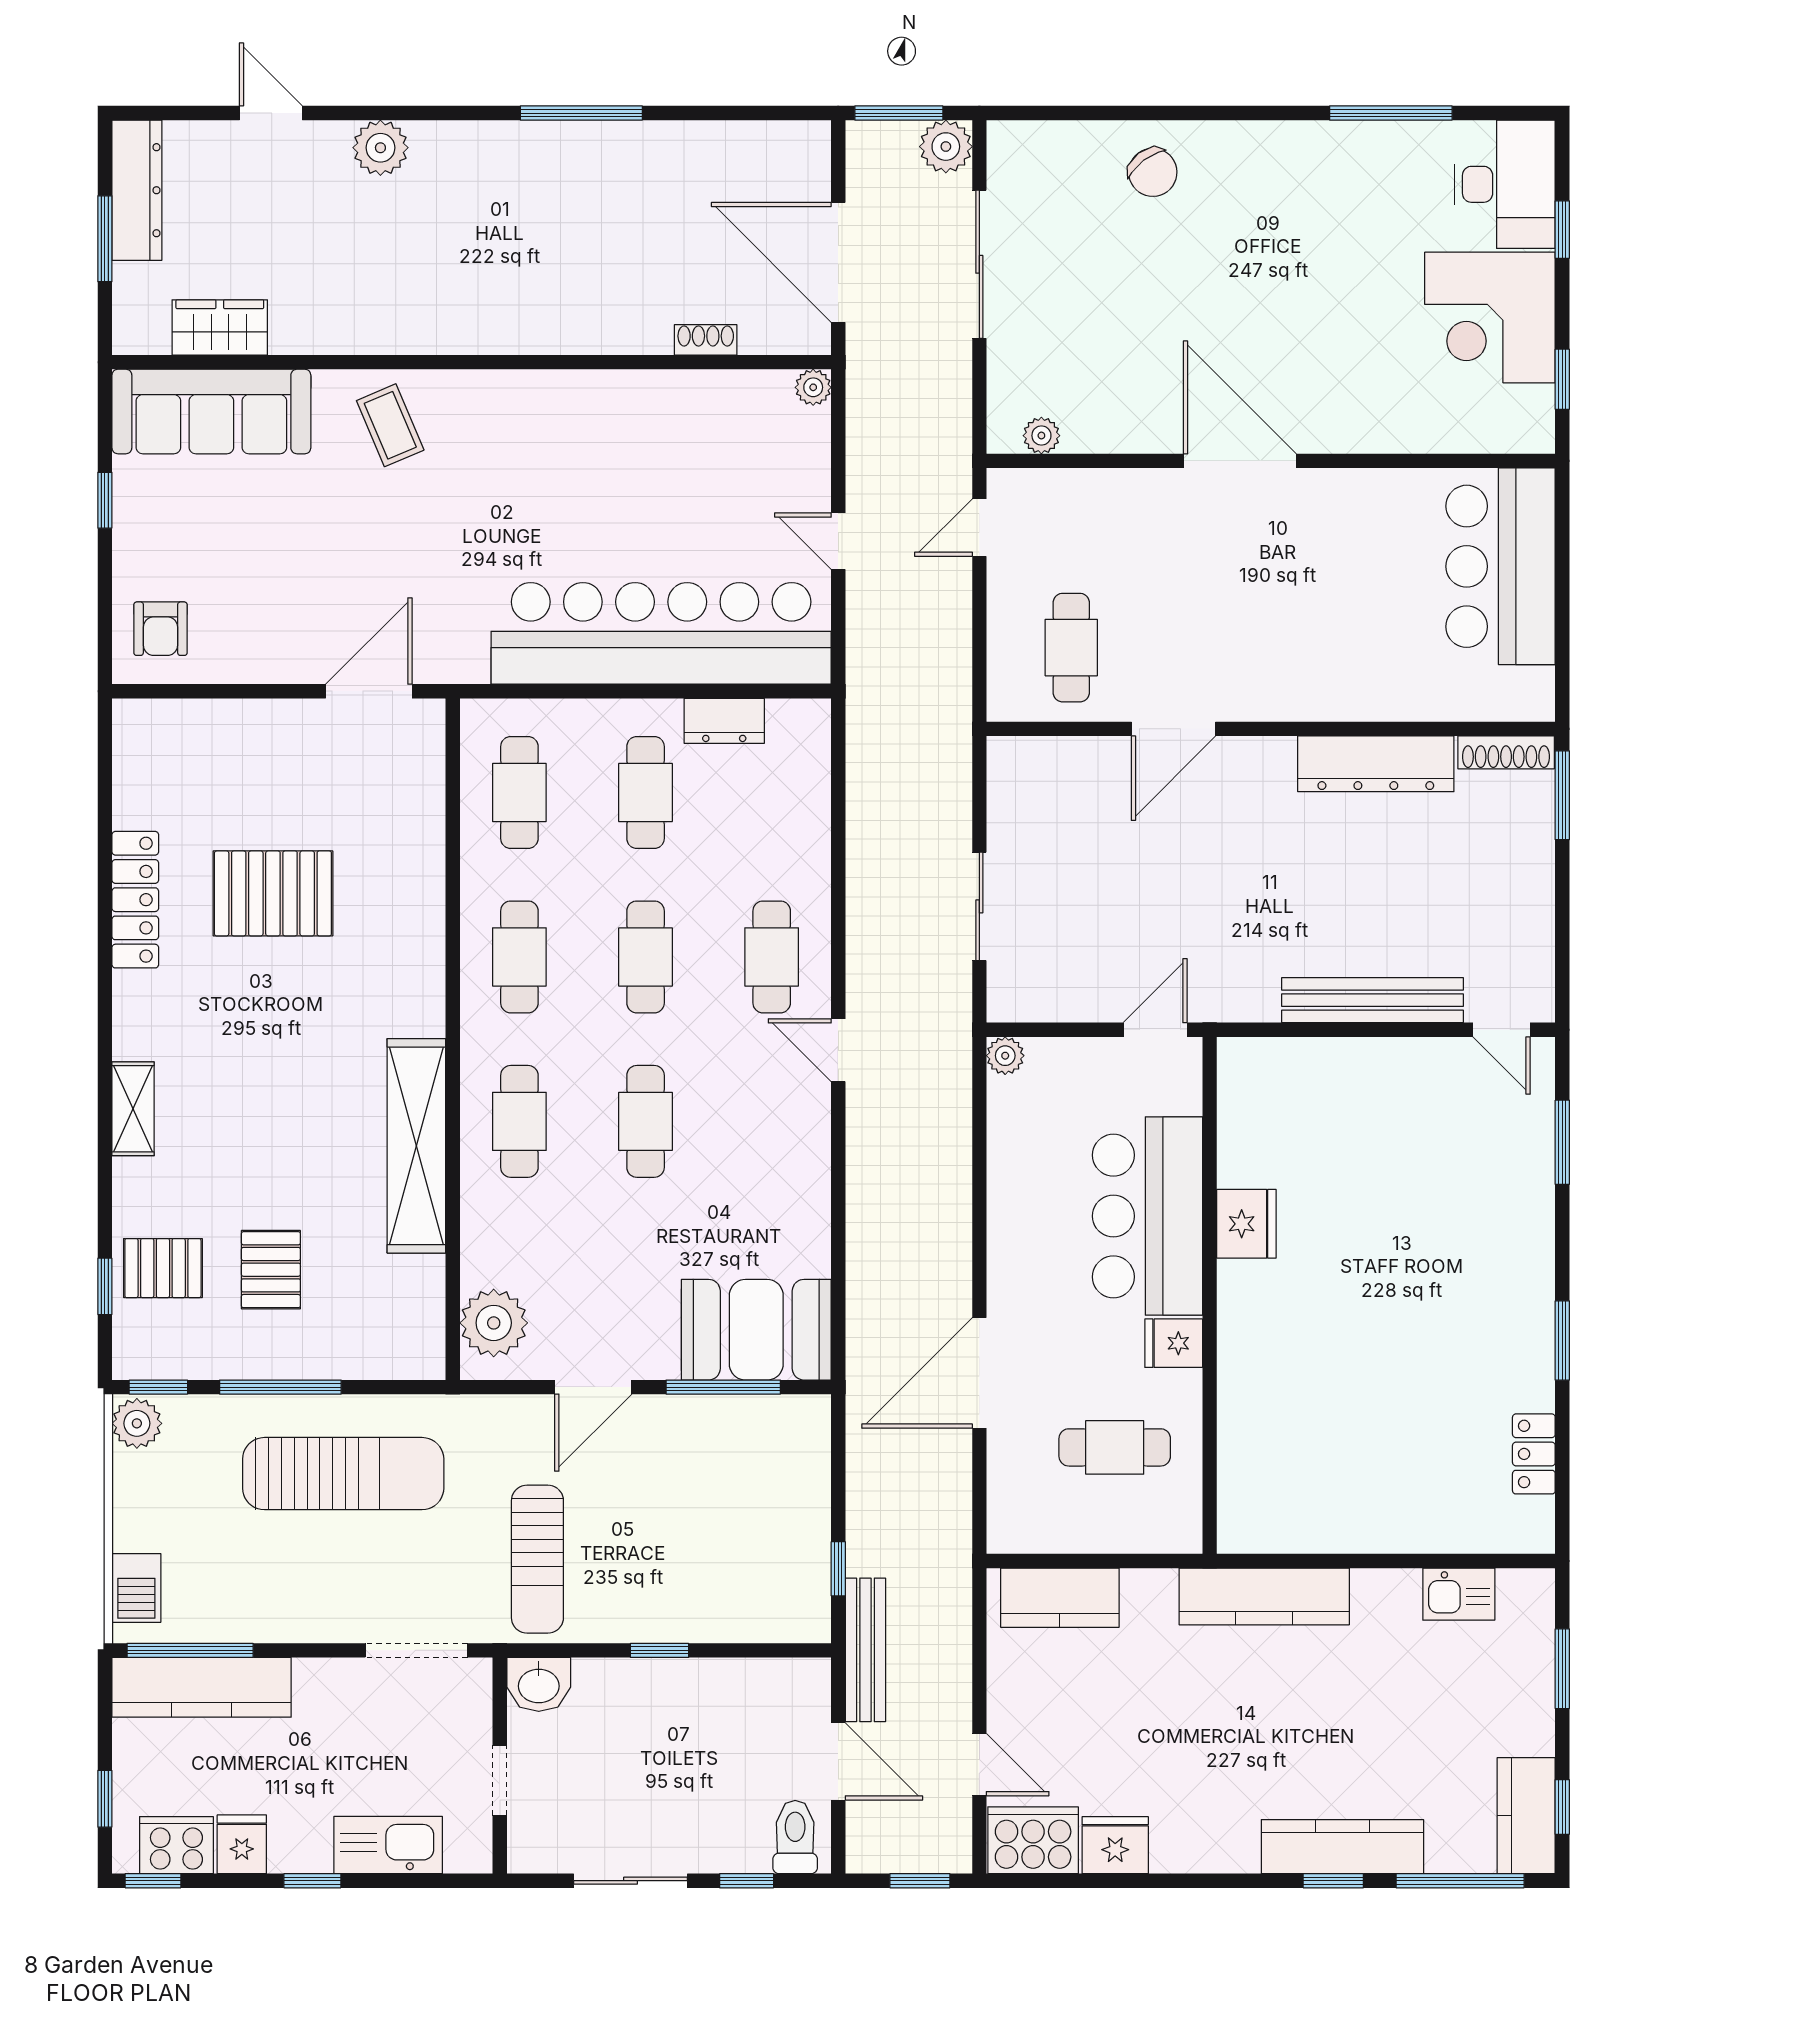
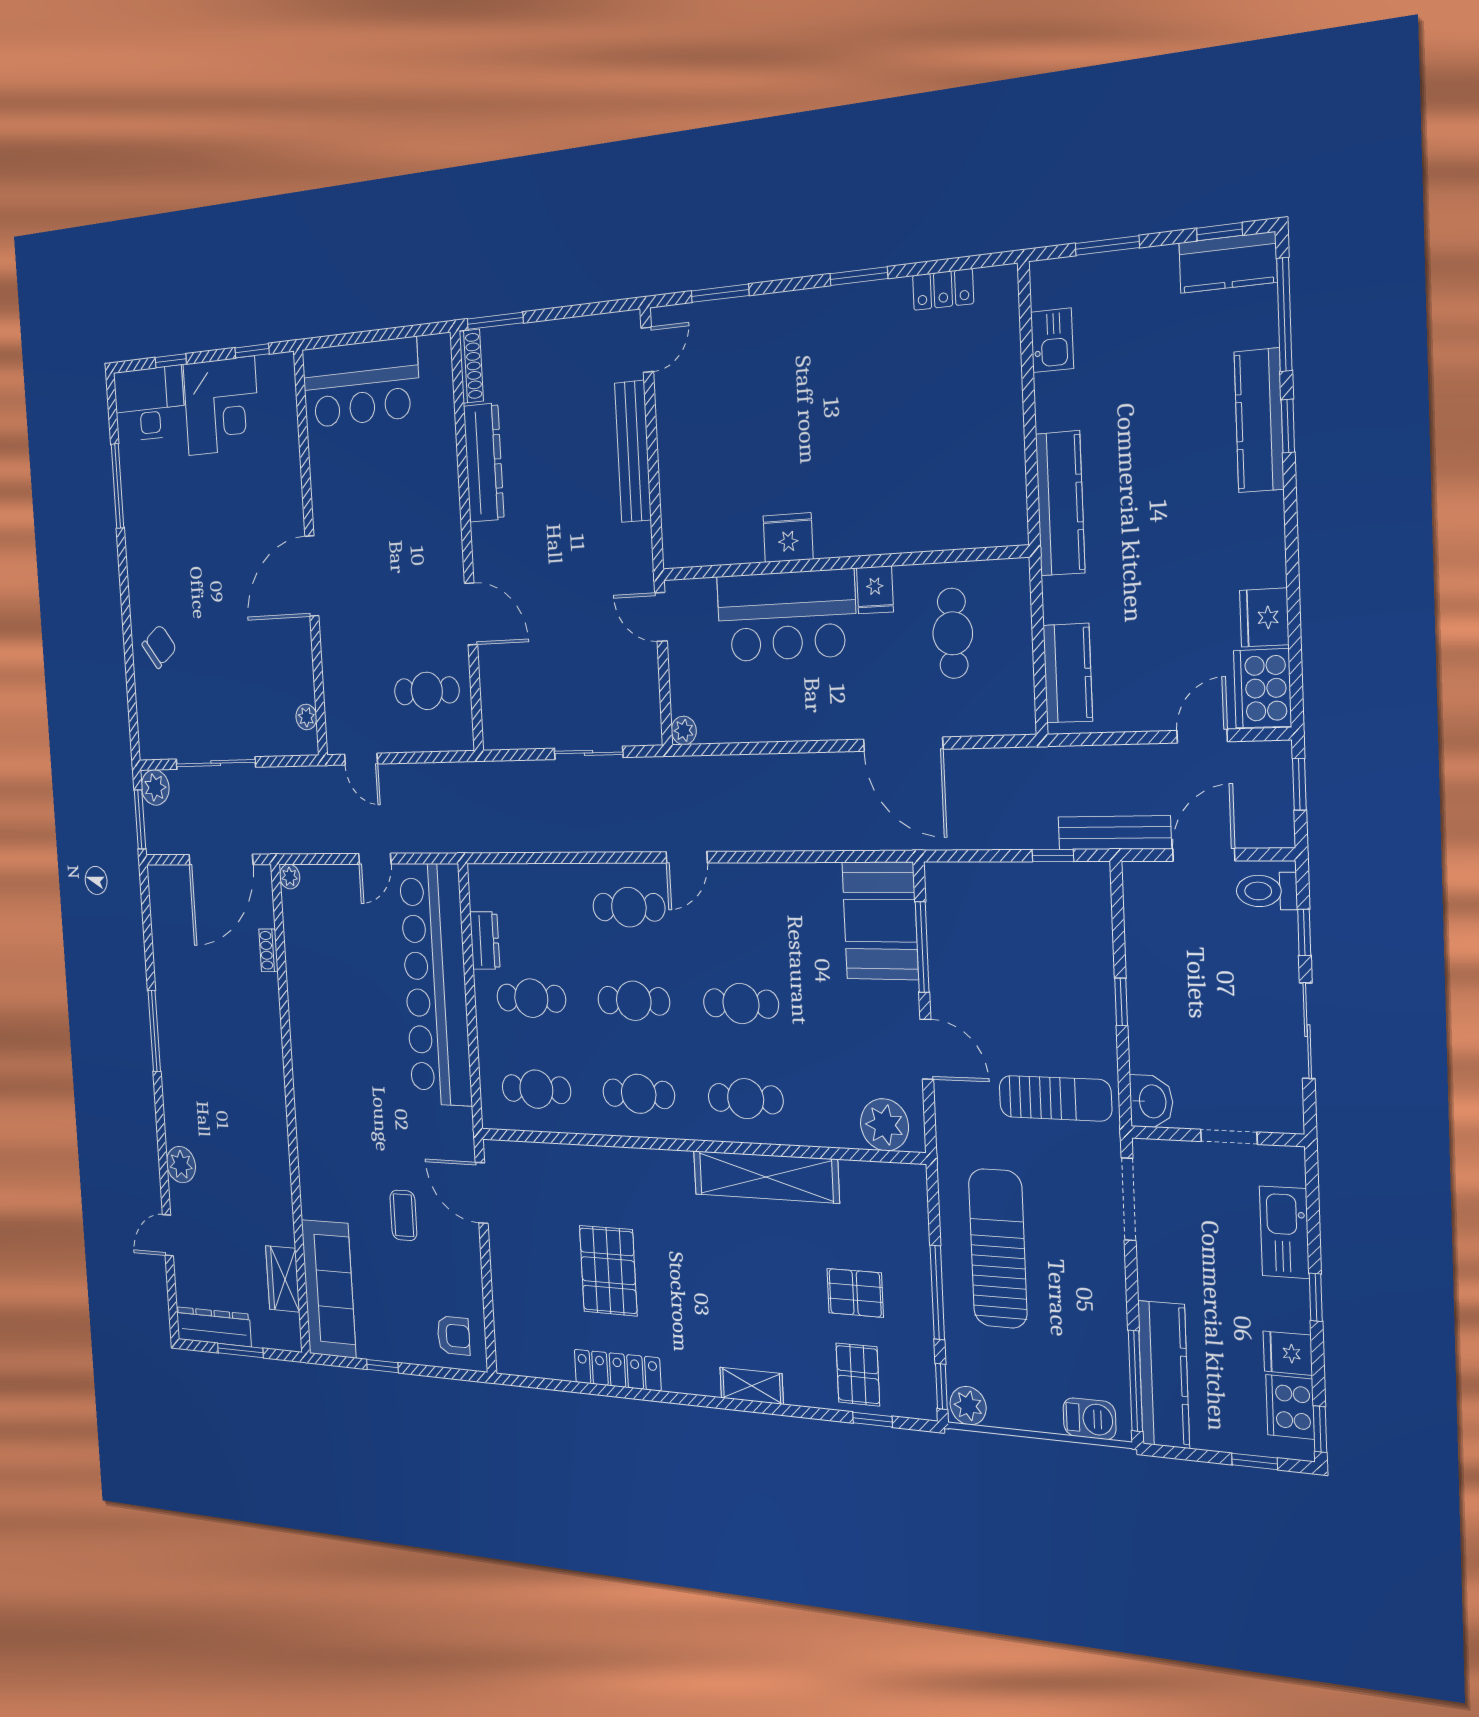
coffee table: (390, 425) -> (403, 1215), moved, turned -67

